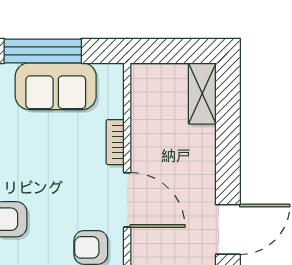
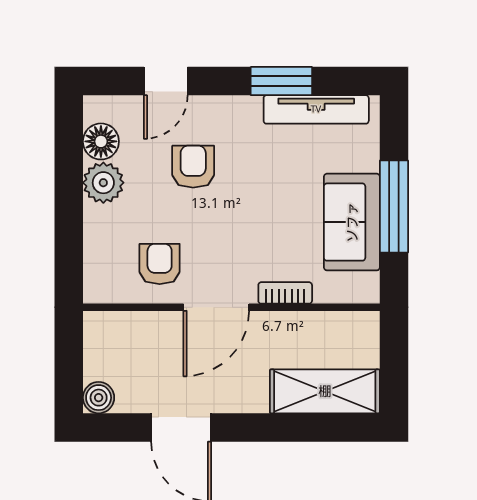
shelving: (202, 94) -> (325, 391), width x1.50, depth x1.33

